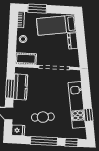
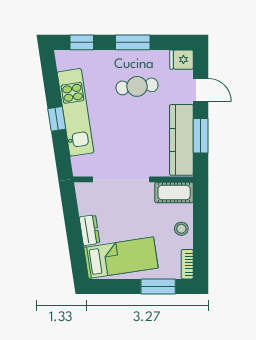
kitchen counter: (20, 87) -> (181, 140), width x1.50
window: (88, 115) -> (57, 119), moved
window: (44, 141) -> (133, 42), width x0.69

